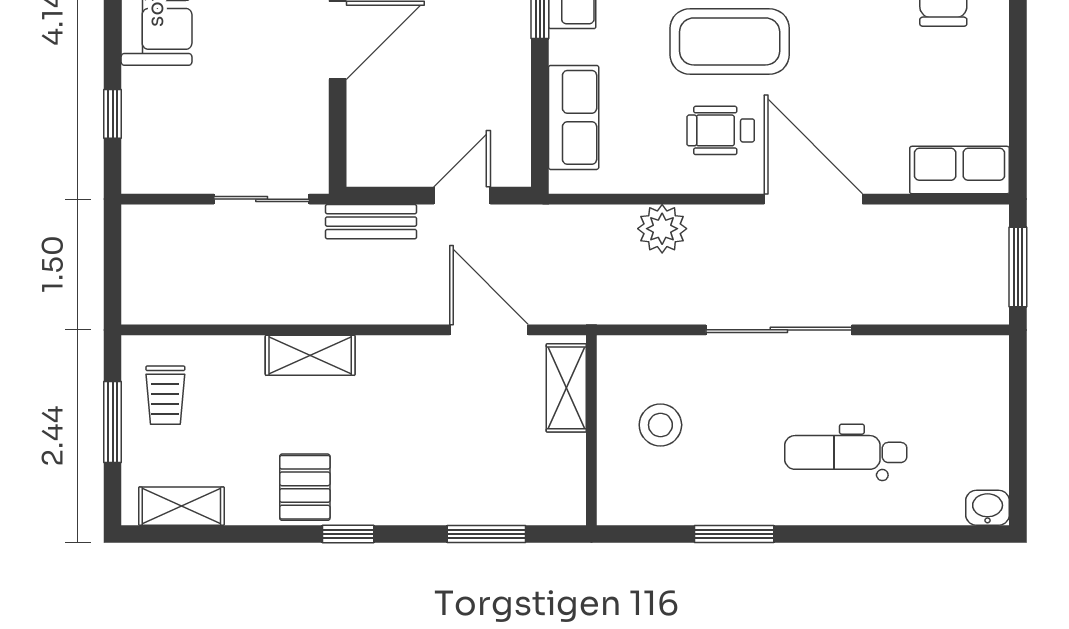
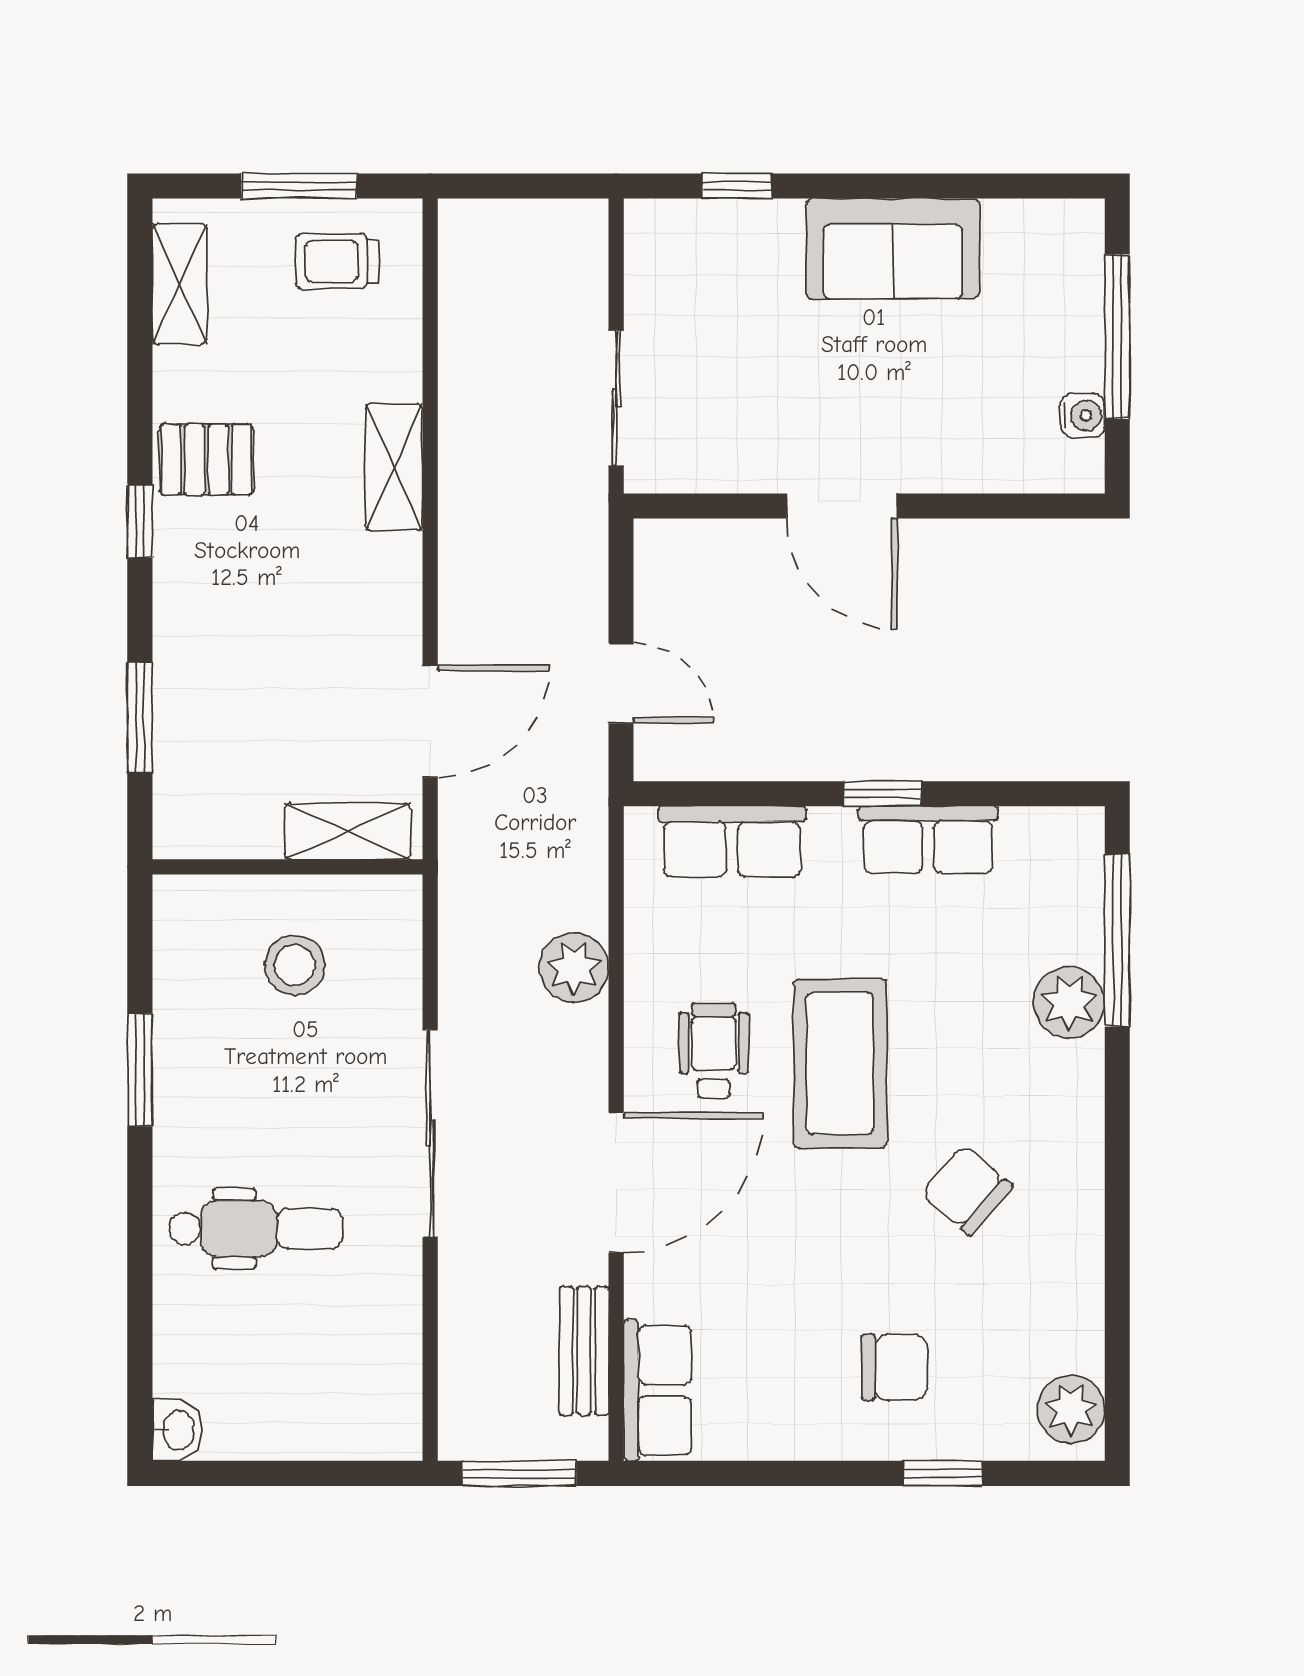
bench: (371, 222) -> (584, 1351), moved
dental chair: (846, 452) -> (256, 1229), turned 90

